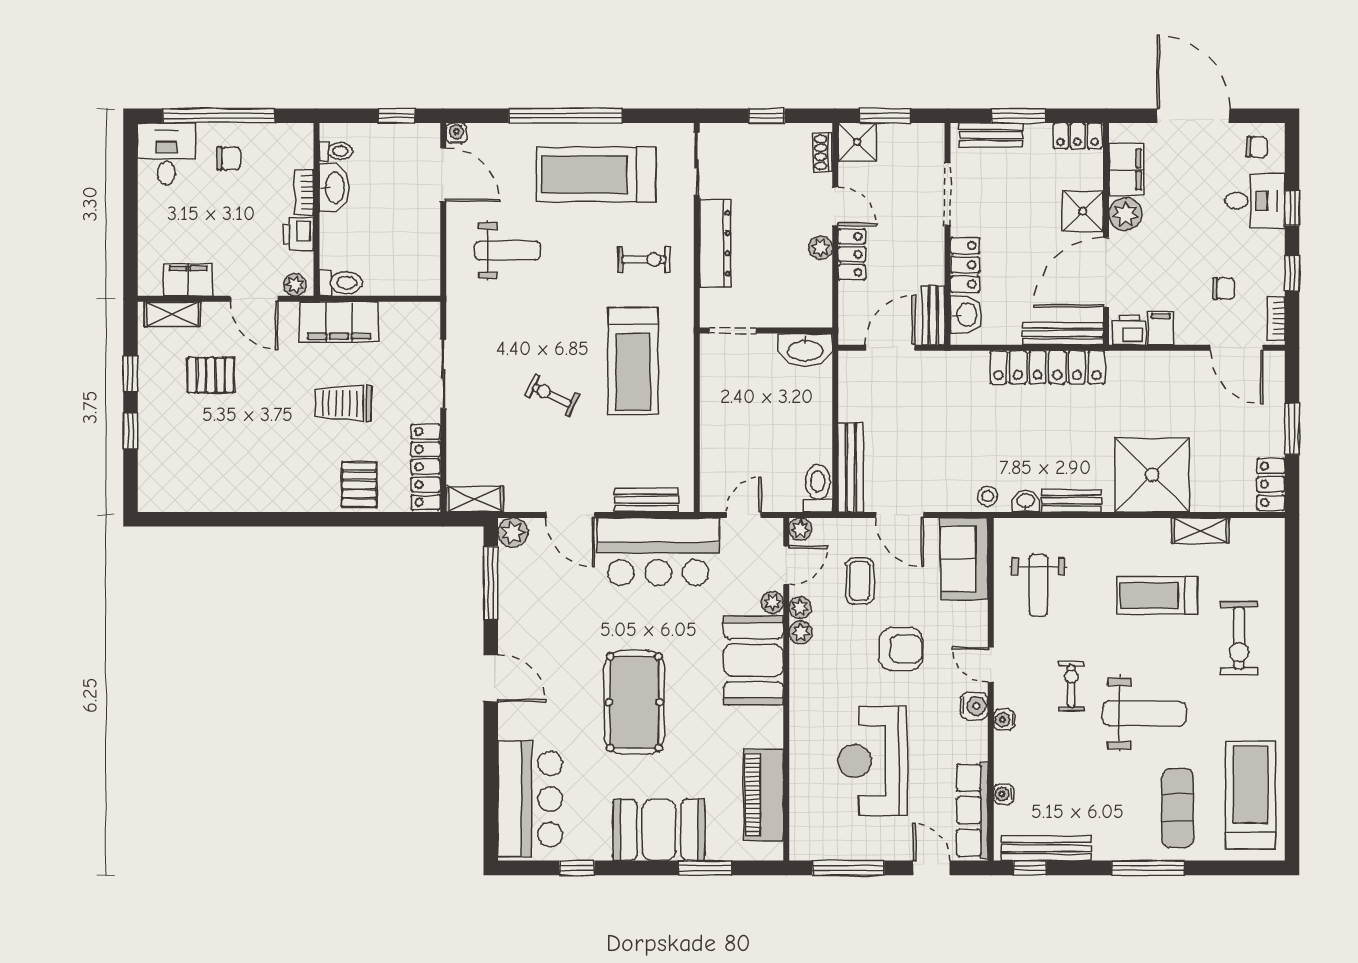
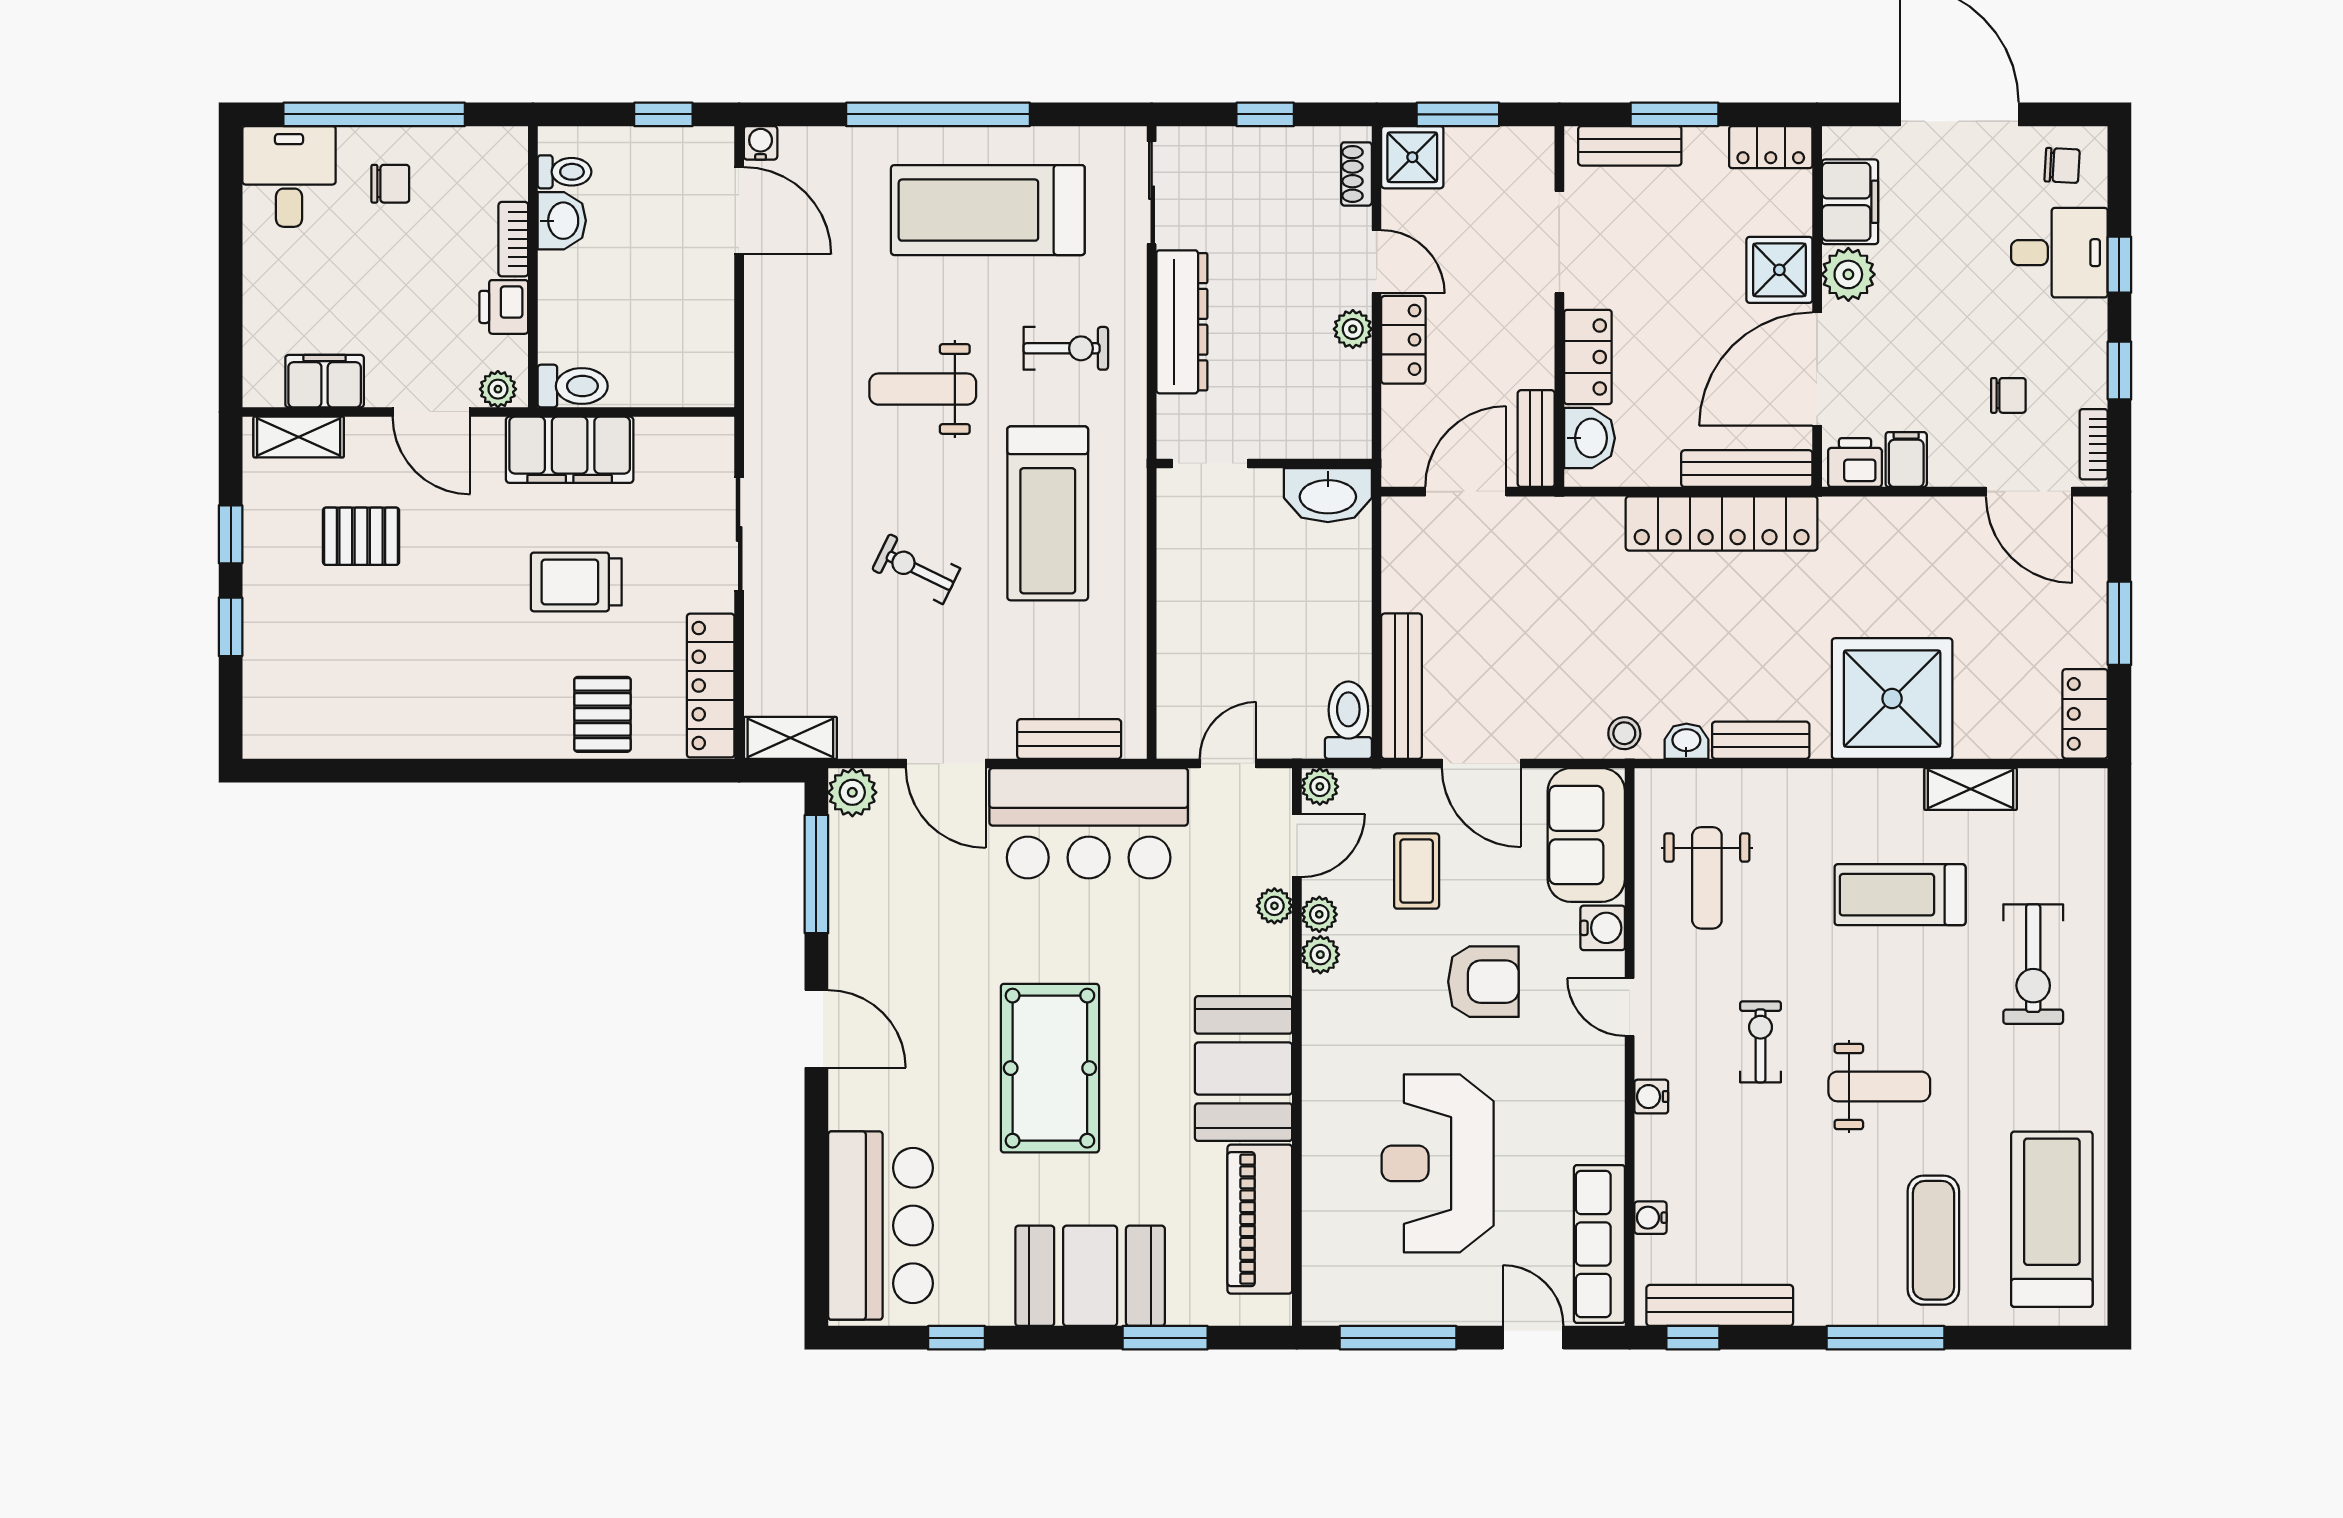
washbasin: (334, 188) -> (562, 221), width x0.72
weight bench: (507, 251) -> (923, 389), moved, turned 180
booth: (753, 660) -> (1244, 1068), moved
water cooler: (974, 706) -> (1603, 928), moved
weight bench: (1144, 713) -> (1879, 1086), width x0.73, depth x0.75

